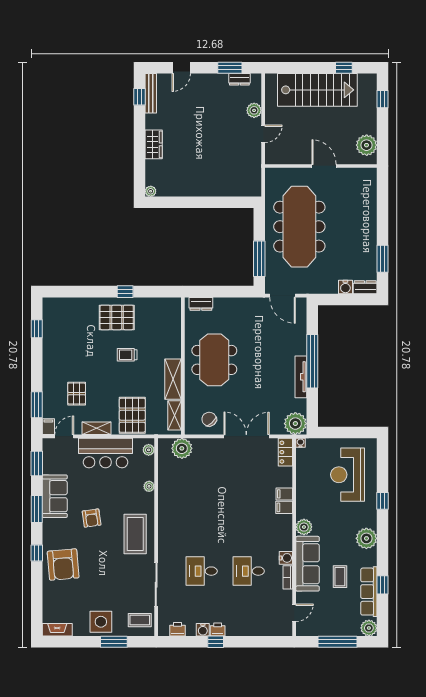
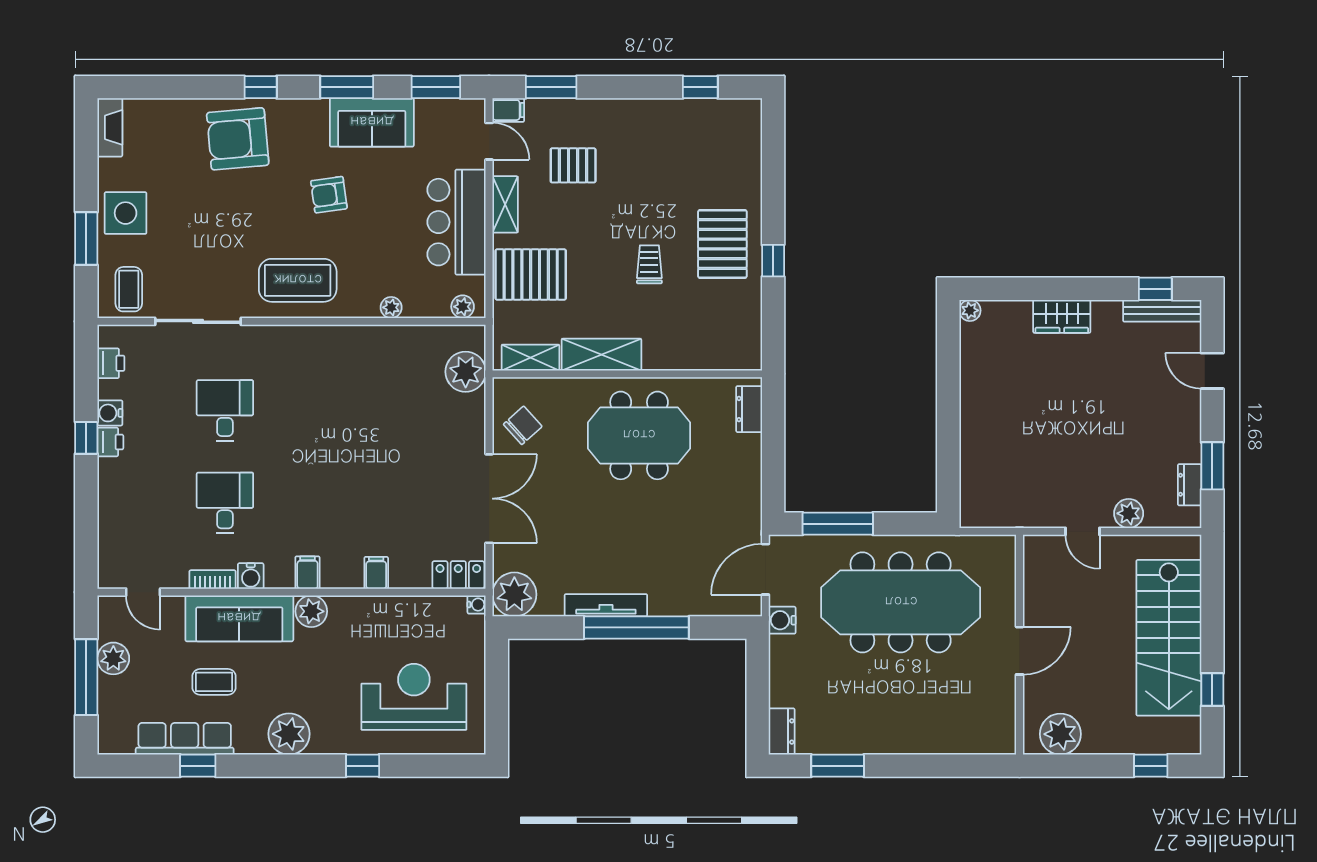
water cooler: (345, 287) -> (782, 620), moved
filing cabinet: (284, 507) -> (307, 573), moved
plant: (369, 628) -> (113, 658), moved

